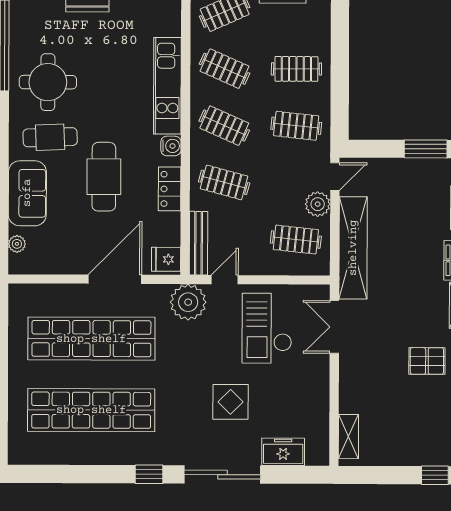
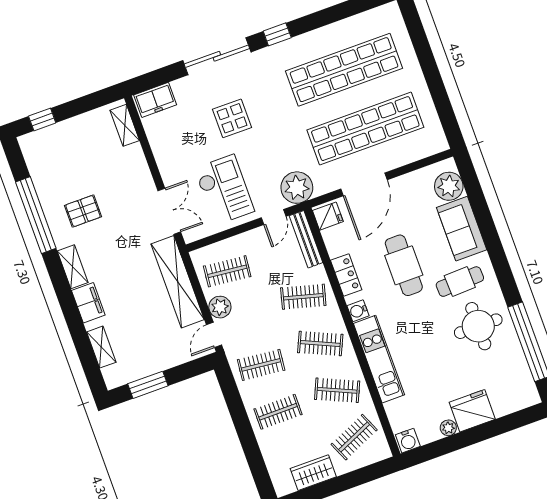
plant: (17, 244) -> (449, 186), width x1.87, depth x1.87
freezer: (283, 452) -> (155, 100), moved

